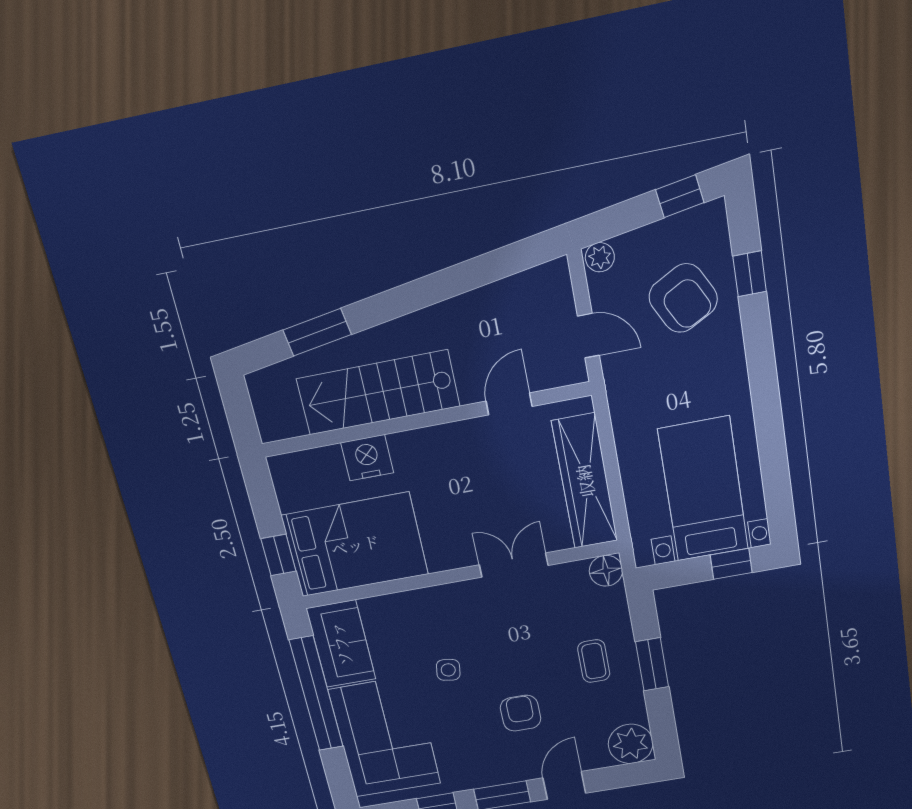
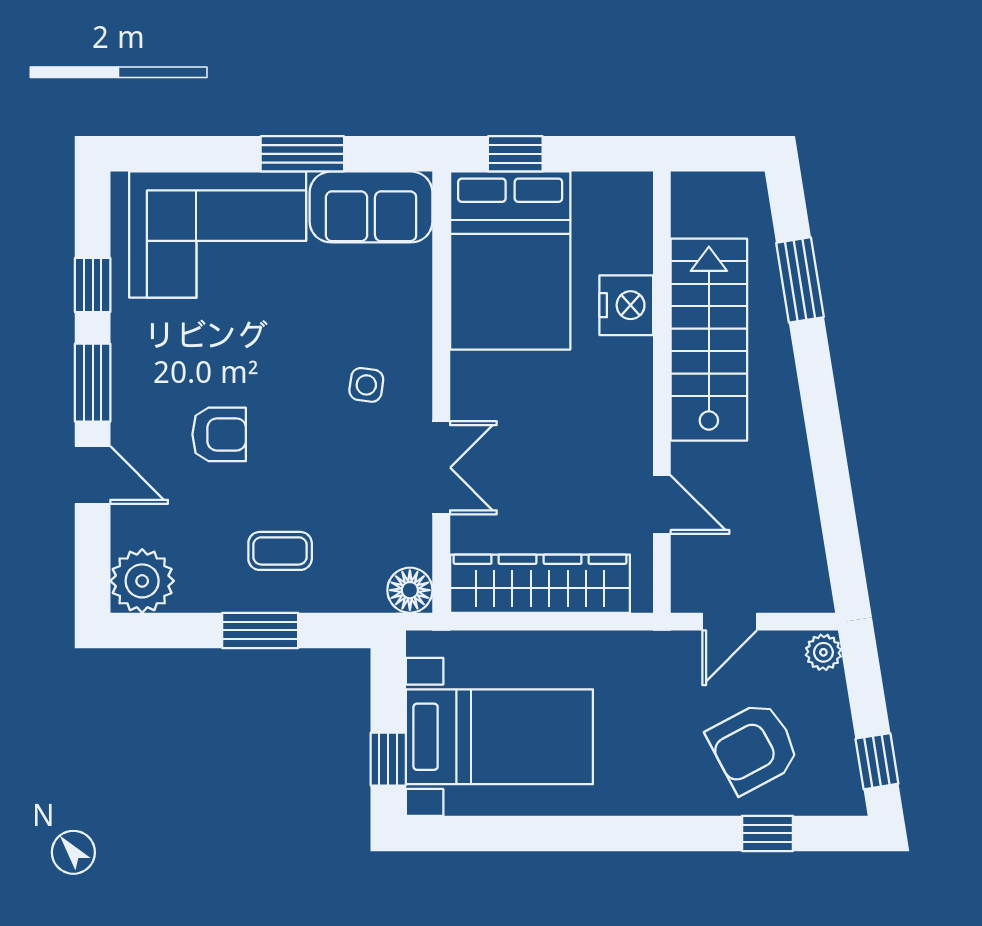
side table: (448, 670) -> (366, 385), moved
window: (316, 694) -> (302, 154), width x0.47

